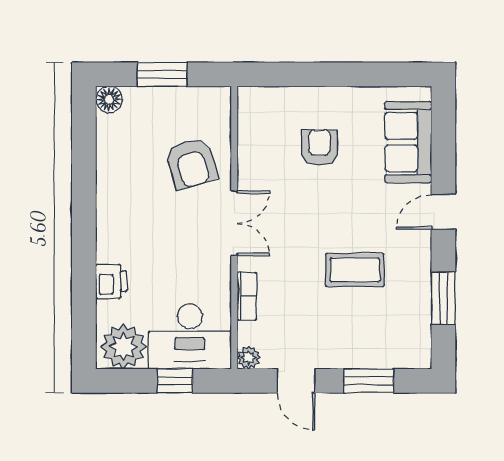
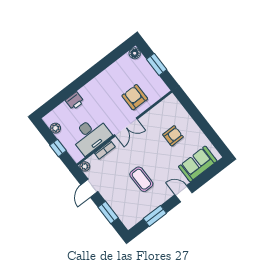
armchair: (191, 163) -> (135, 97), turned 106
desk: (190, 336) -> (91, 135), moved, turned -90
plant: (124, 346) -> (55, 128), width x0.53, depth x0.53

